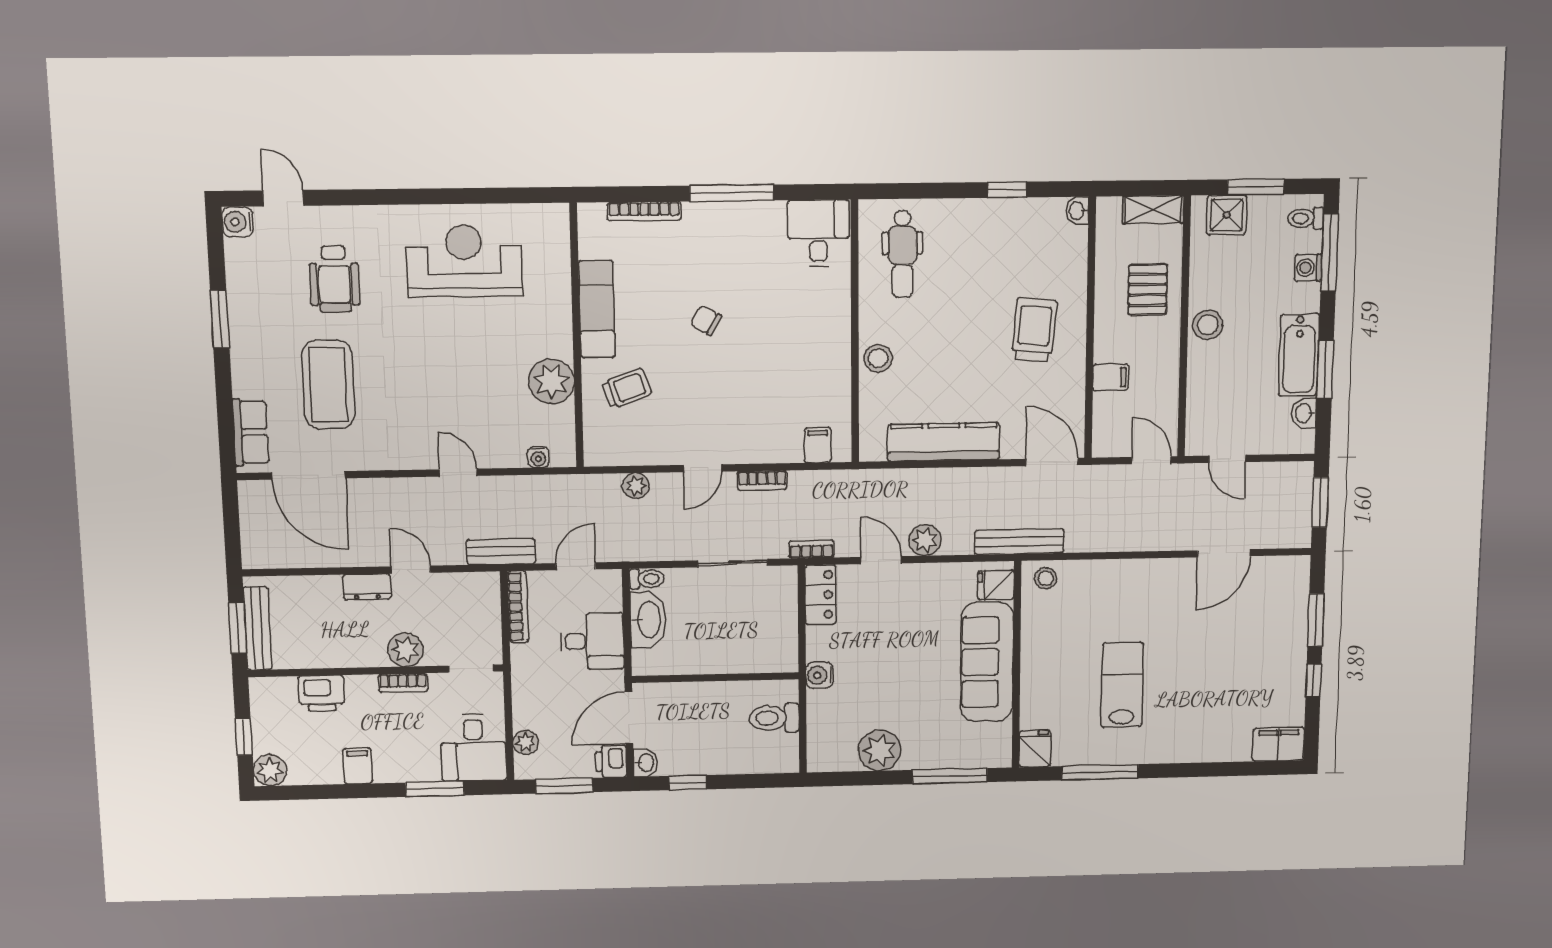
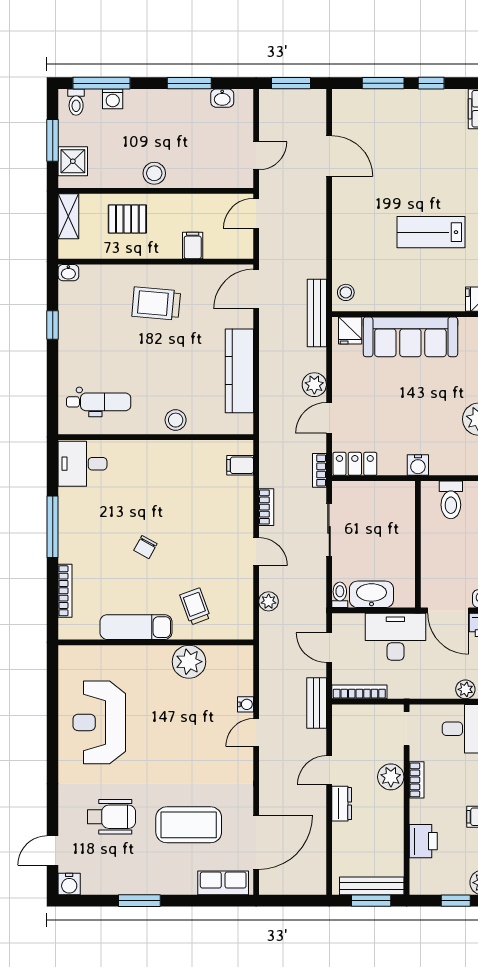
bathtub: (1299, 355) -> (178, 103), removed
water cooler: (538, 457) -> (246, 704), moved
desk: (592, 641) -> (395, 637), width x1.37

